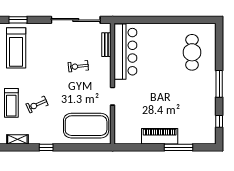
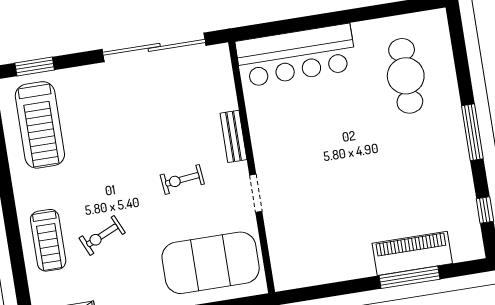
bench: (106, 45) -> (233, 136), moved
bar counter: (125, 52) -> (296, 55), moved, turned 90
exercise bike: (78, 66) -> (182, 179), moved
piano: (160, 136) -> (412, 253), moved

